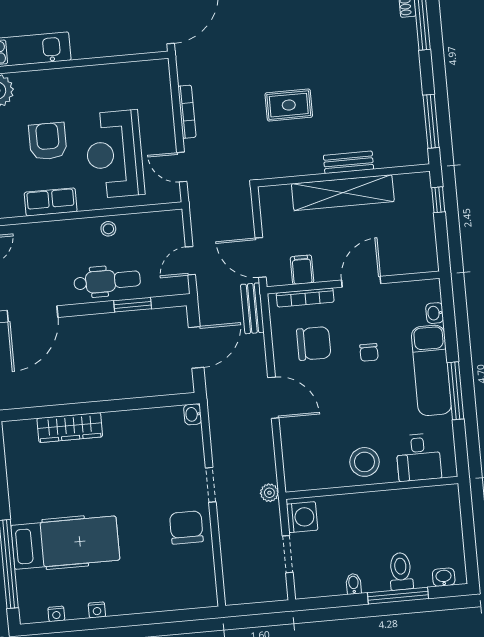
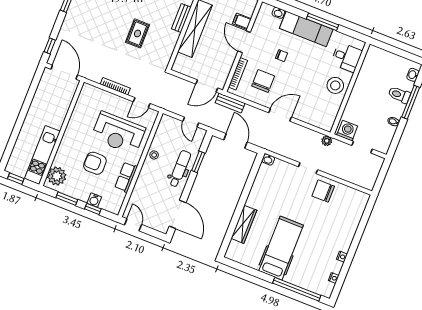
filing cabinet: (302, 270) -> (242, 21), moved
hospital bed: (65, 543) -> (281, 248), moved

